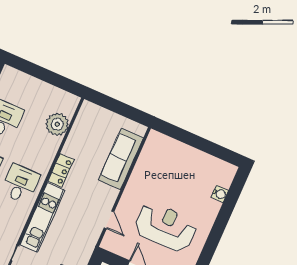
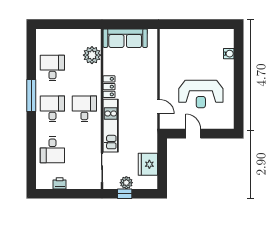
sofa: (121, 159) -> (125, 38), moved, turned -90
reception desk: (166, 227) -> (201, 94), turned 180

